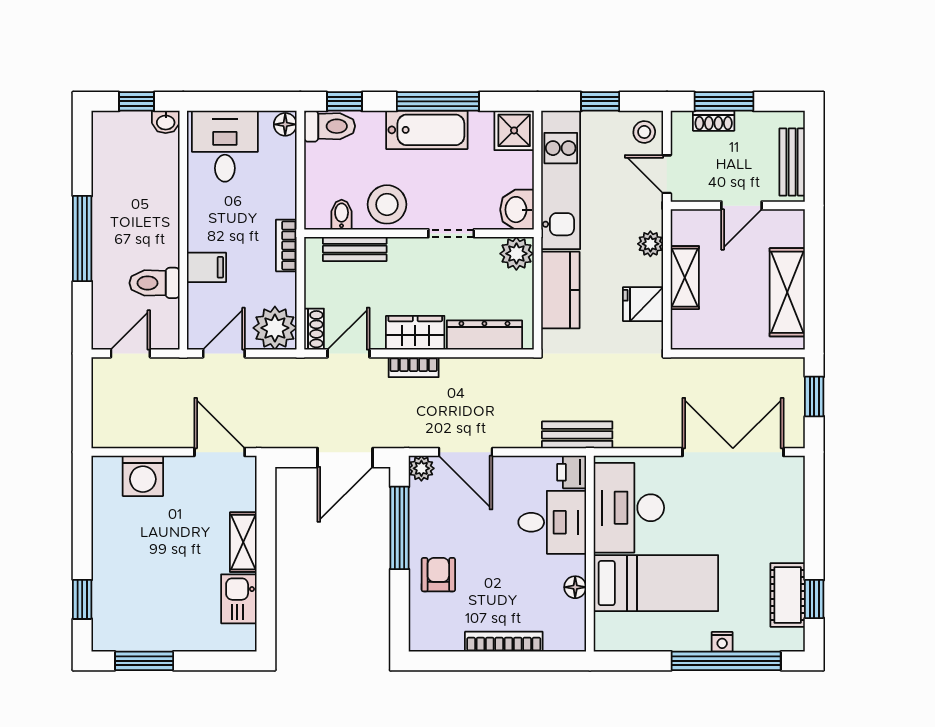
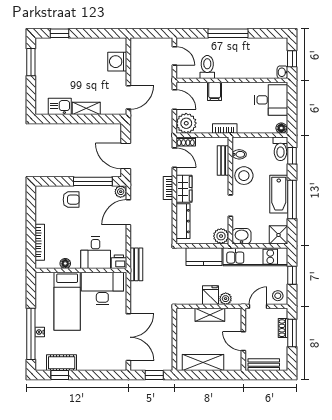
fridge: (643, 304) -> (211, 295), moved
bookcase: (504, 642) -> (40, 242), moved

